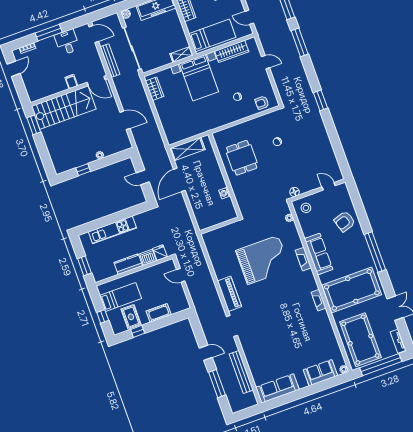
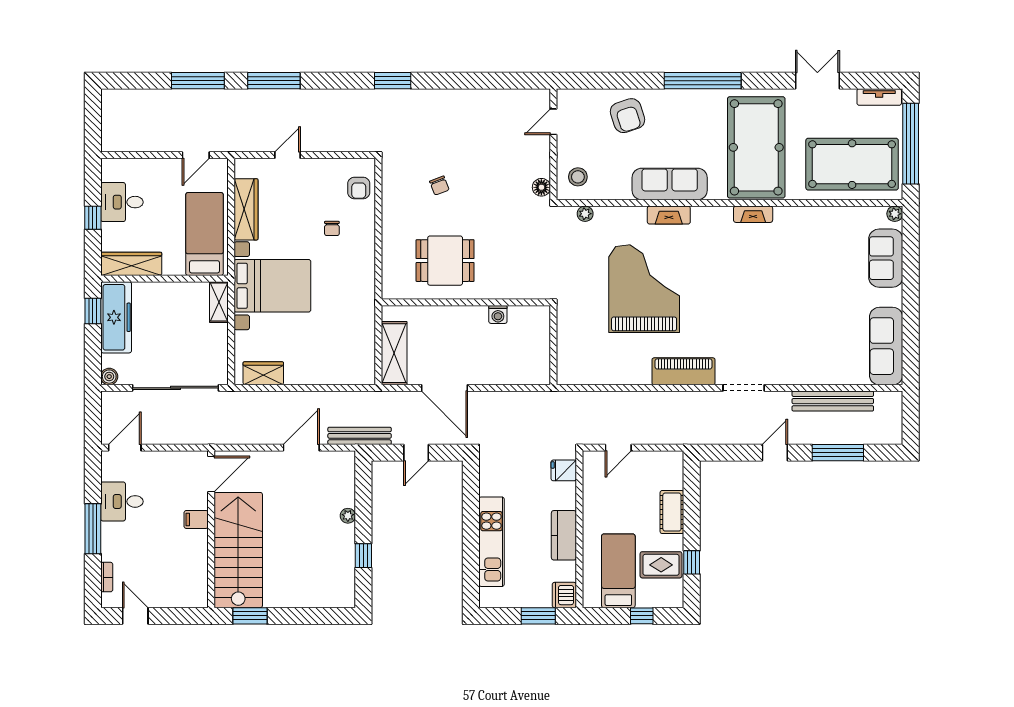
bench: (110, 61) -> (360, 436), moved
dishwasher: (148, 257) -> (564, 595), moved

